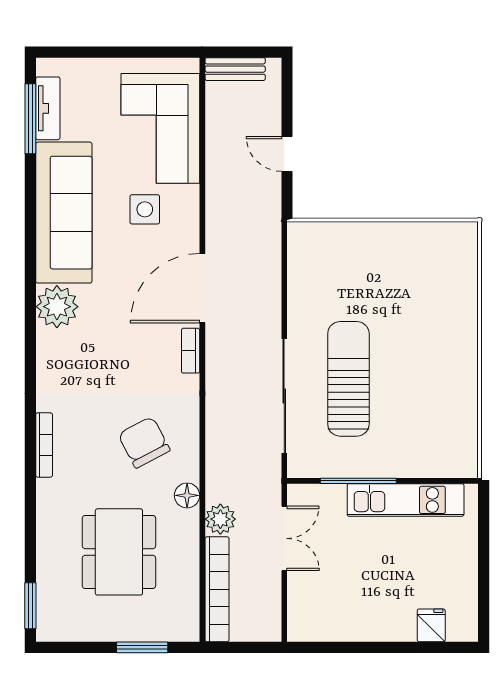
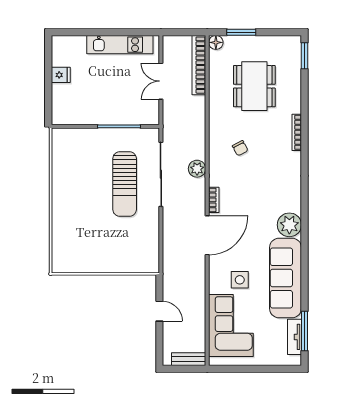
chair: (144, 442) -> (240, 148), width x0.54, depth x0.54
bookcase: (44, 445) -> (297, 132), moved
floor lamp: (187, 495) -> (216, 42), moved
kitchen unit: (406, 500) -> (120, 45), moved, turned 180
plant: (220, 519) -> (197, 169), moved
double door: (284, 538) -> (161, 81), moved
fridge: (431, 625) -> (61, 75), moved, turned -90

